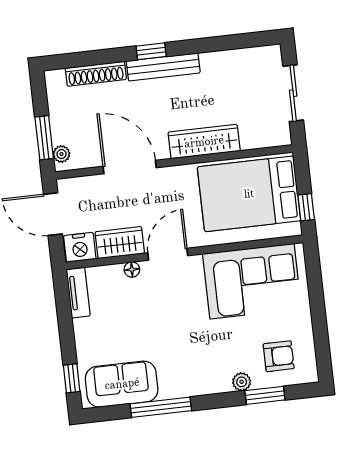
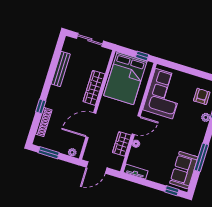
window: (151, 51) -> (41, 106), moved
bench: (163, 67) -> (61, 69), moved
window: (44, 138) -> (49, 153), moved
nightstand: (80, 247) -> (116, 162), removed
door: (168, 254) -> (136, 125), swing flipped

